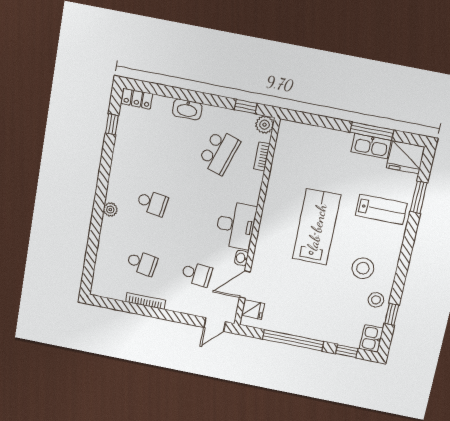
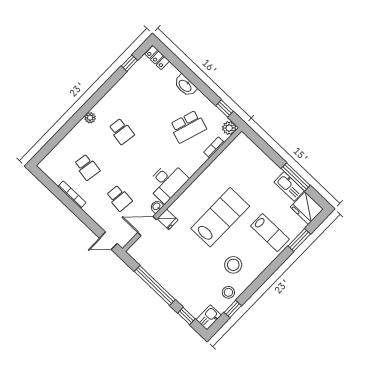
fridge: (253, 309) -> (168, 219), moved

